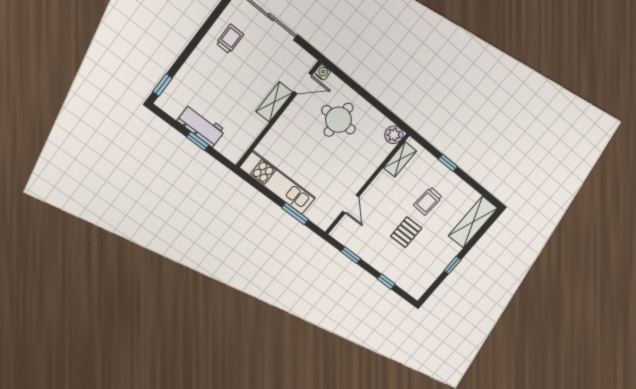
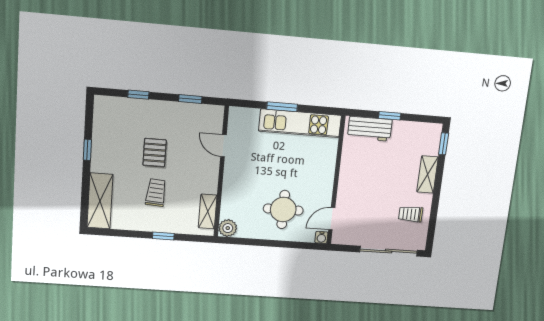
trolley: (230, 39) -> (411, 214), turned 90
shelving: (274, 102) -> (427, 174), moved
workbench: (201, 126) -> (370, 129), moved
window: (295, 214) -> (282, 107), moved

